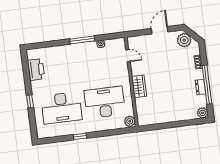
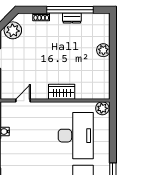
desk: (105, 102) -> (76, 136), turned 180
plant: (203, 113) -> (103, 50), moved

